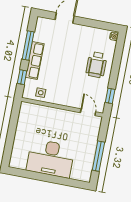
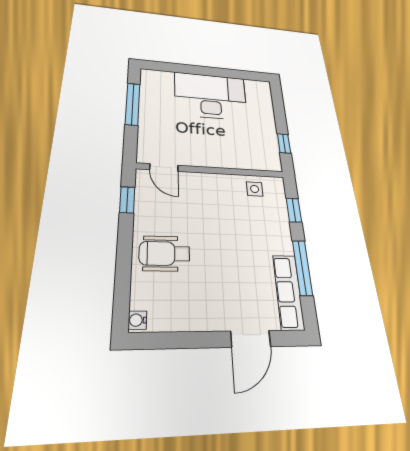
row of seats: (35, 61) -> (288, 292), moved
wheelchair: (96, 65) -> (165, 253), turned -90
window: (14, 120) -> (284, 144), added

